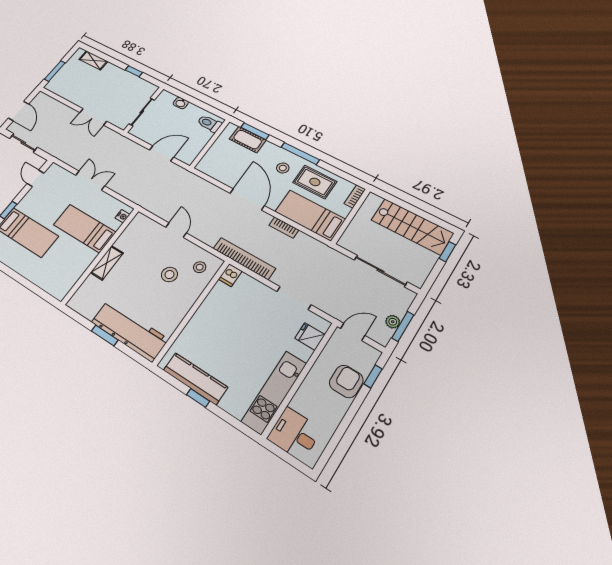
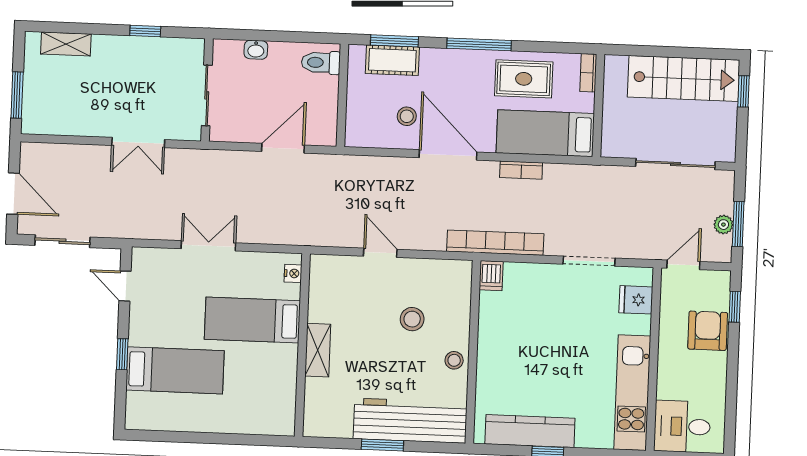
stool: (283, 168) -> (407, 116), moved
stool: (200, 267) -> (454, 360), moved

